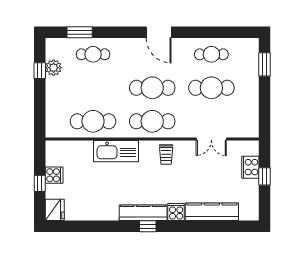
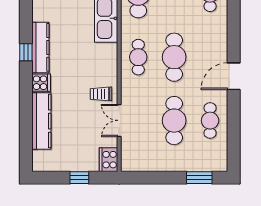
door: (159, 32) -> (234, 76), moved
cafe table: (152, 121) -> (138, 57), width x0.73, depth x0.74
trolley: (166, 154) -> (101, 94), moved
cooker: (250, 167) -> (108, 160), moved, turned -90

